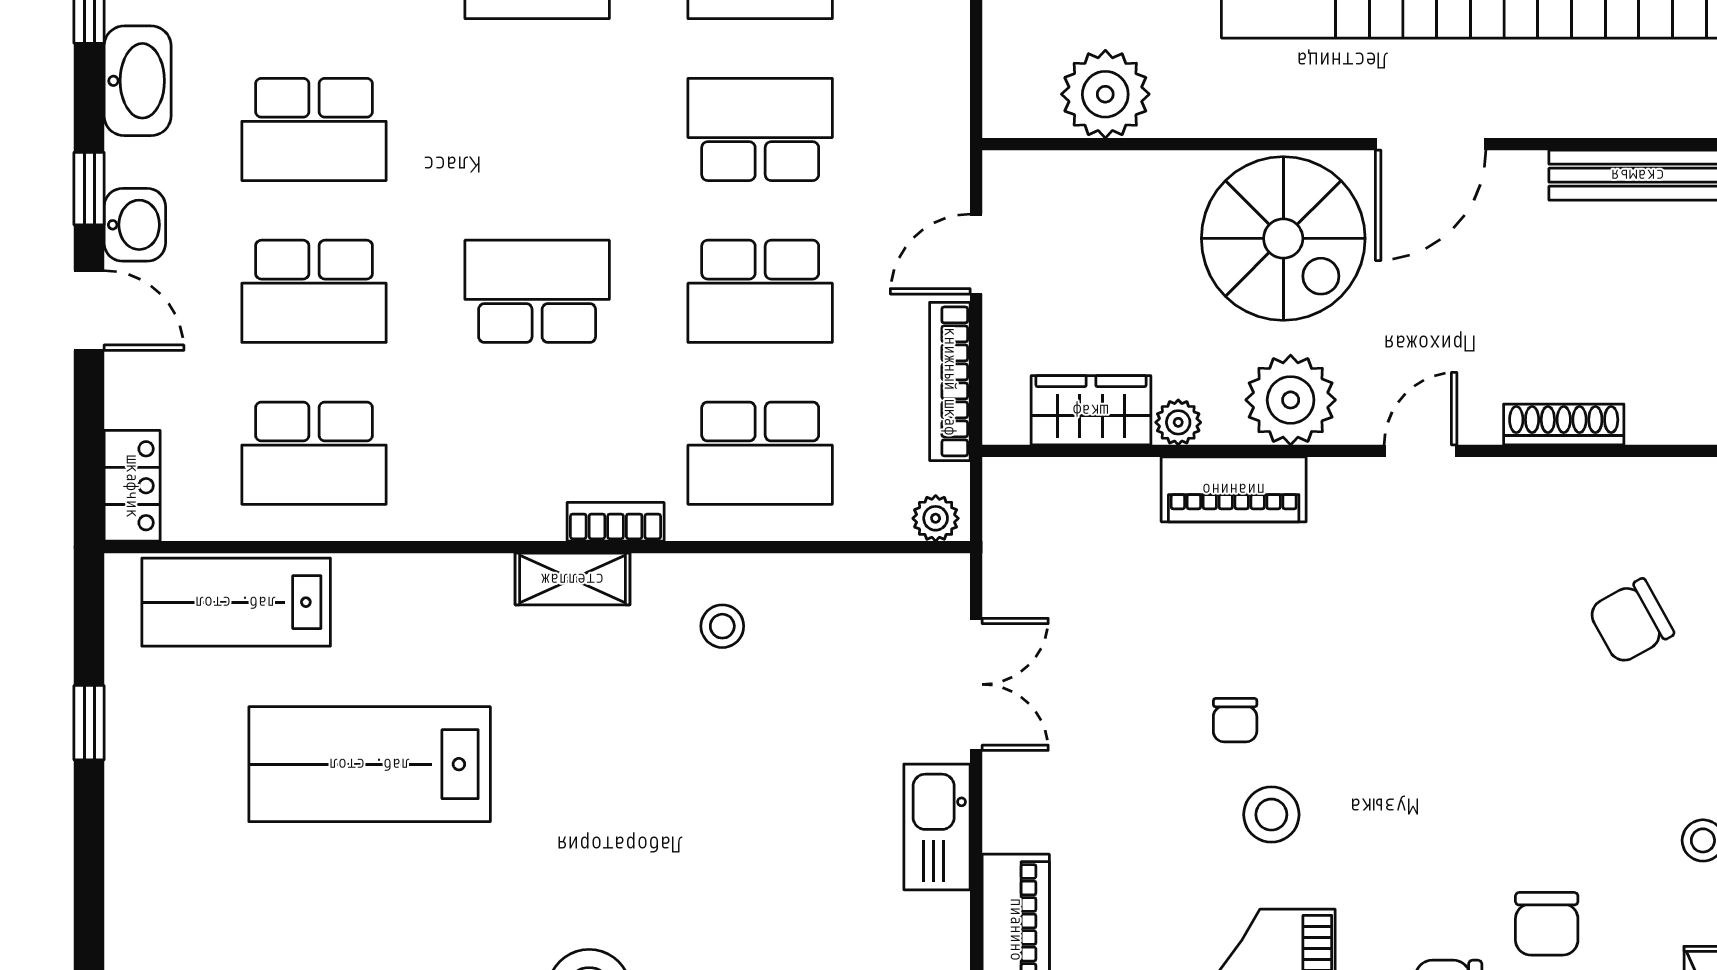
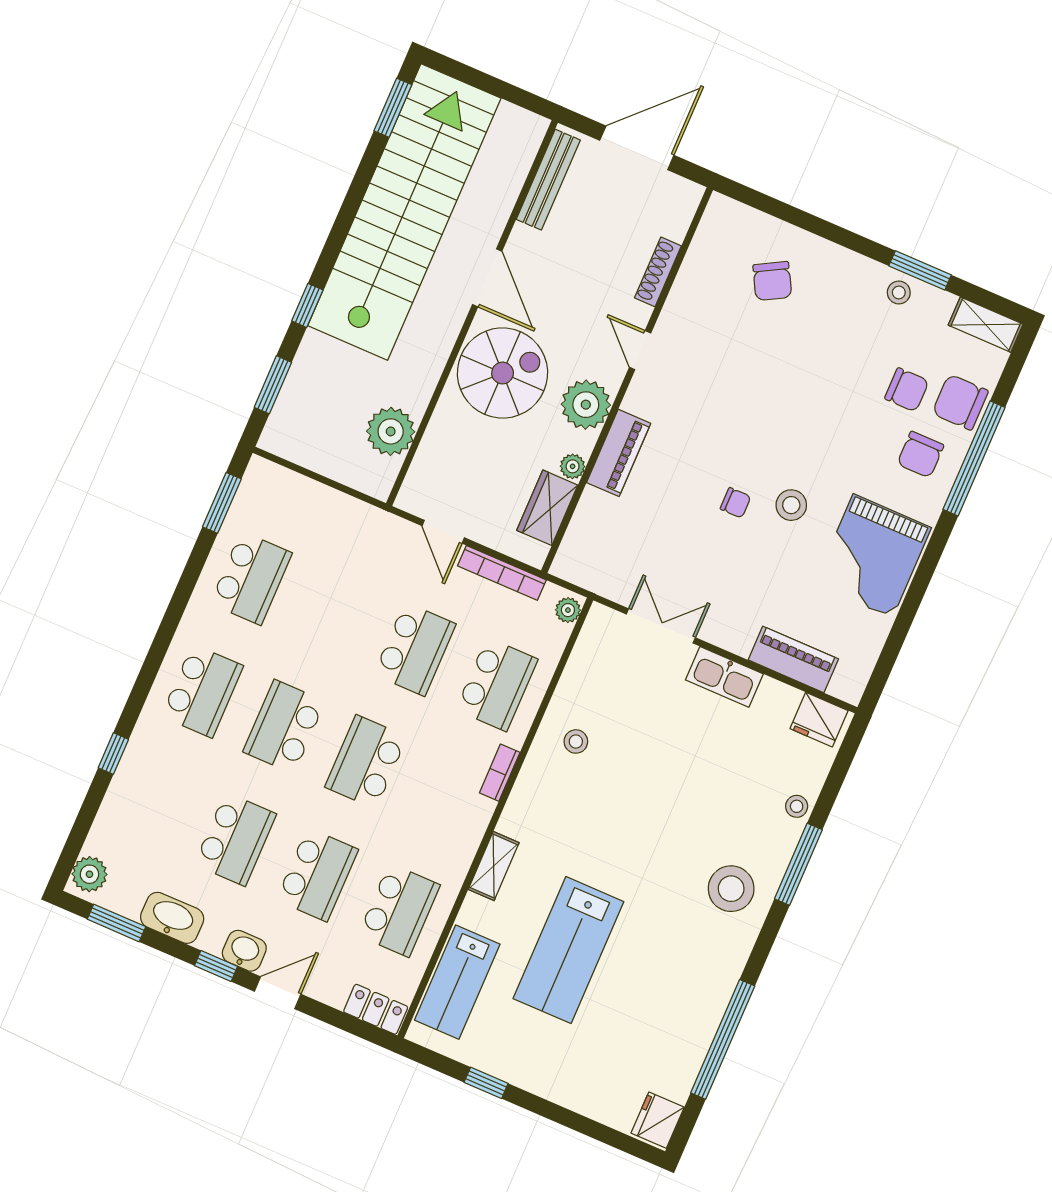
school desk: (760, 129) -> (284, 726), moved
shelving: (573, 579) -> (494, 866), moved

